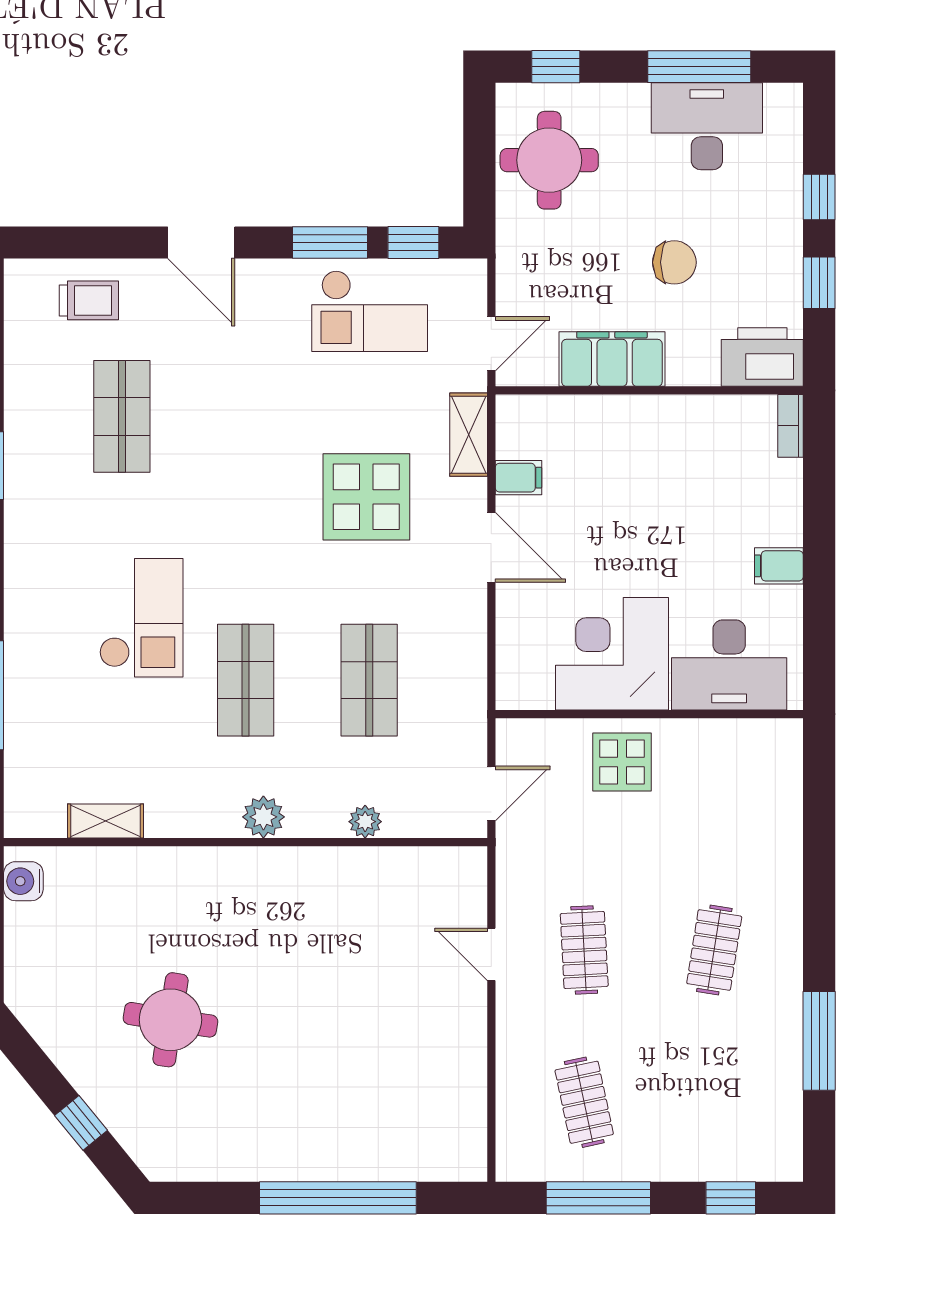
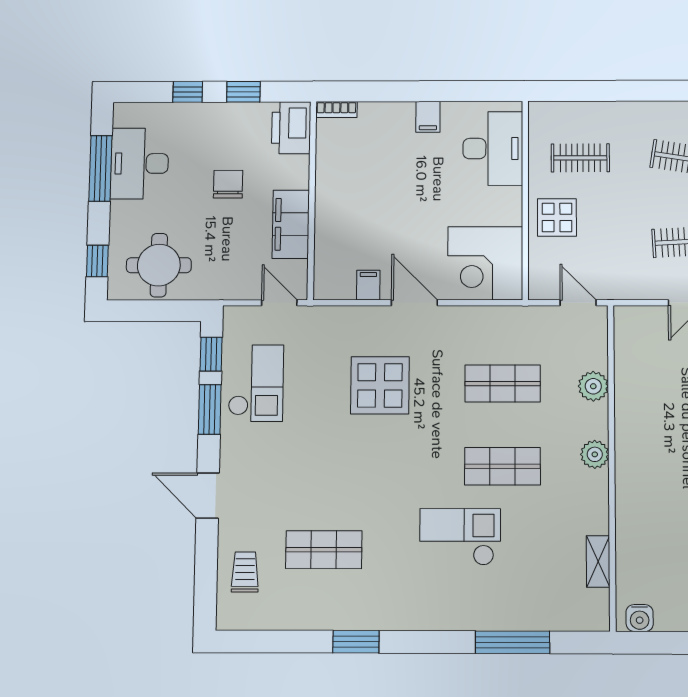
door: (201, 242) -> (208, 496), swing flipped
shelving: (469, 435) -> (339, 318), removed
door: (491, 547) -> (414, 303), hinge flipped
corner desk: (612, 654) -> (485, 263), moved
clothes rail: (714, 798) -> (580, 158), added
plant: (365, 822) -> (593, 386), width x1.38, depth x1.38

